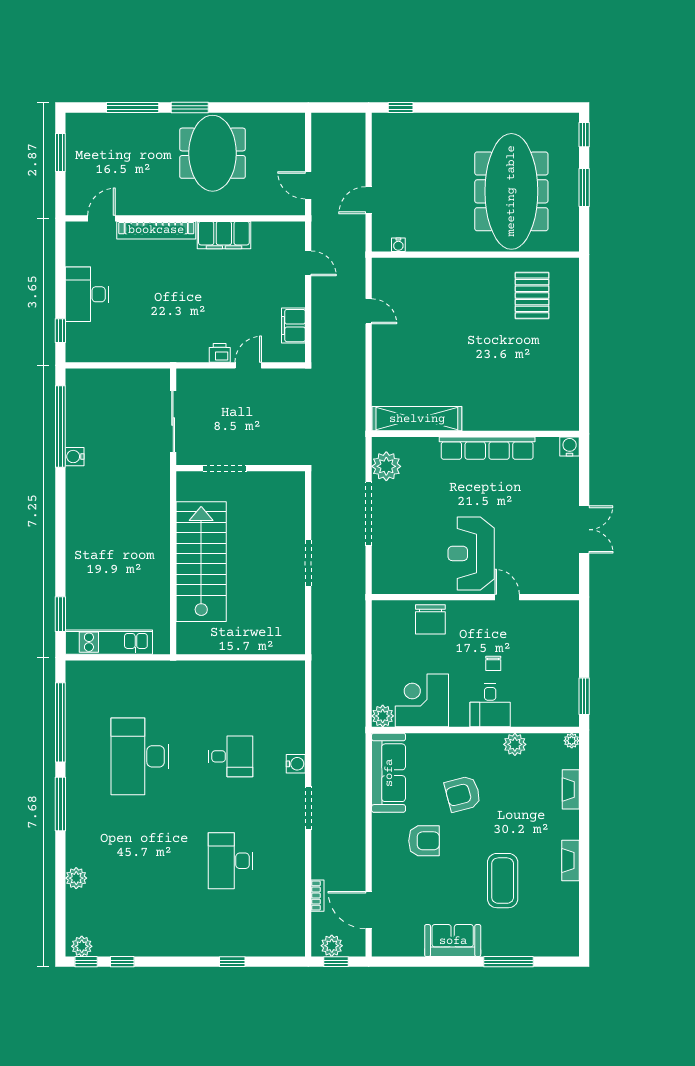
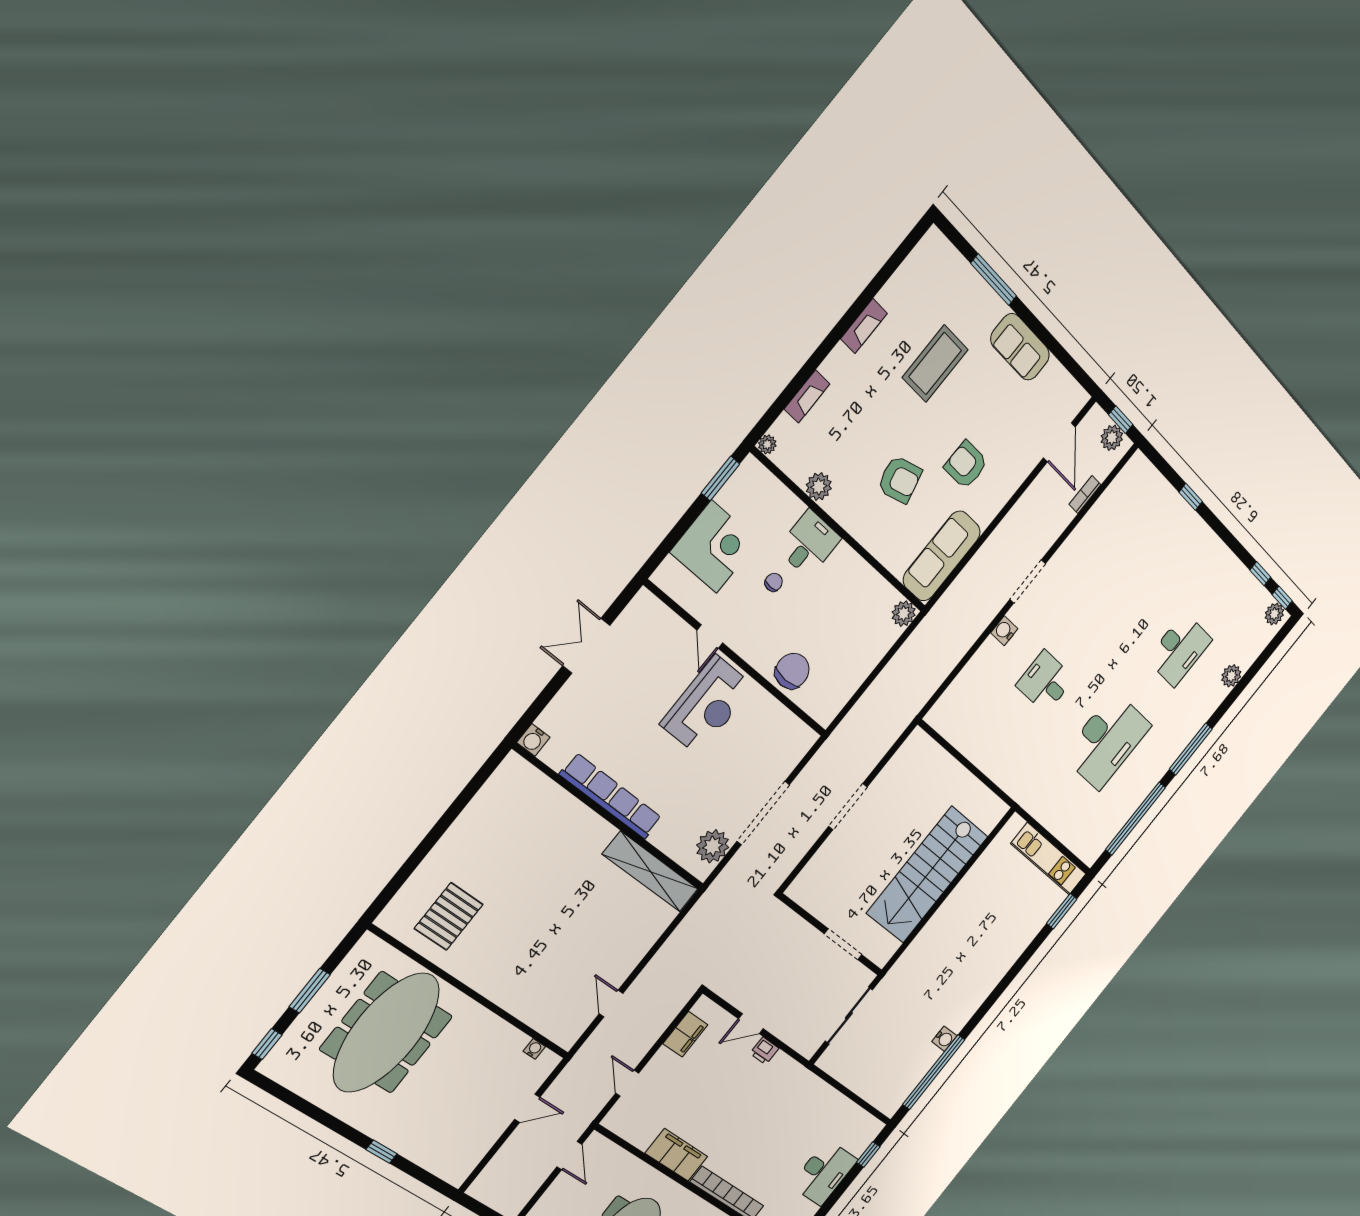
window: (401, 107) -> (382, 1152), moved
corner desk: (422, 700) -> (714, 547), moved, turned -90
desk: (231, 861) -> (1179, 649), moved

